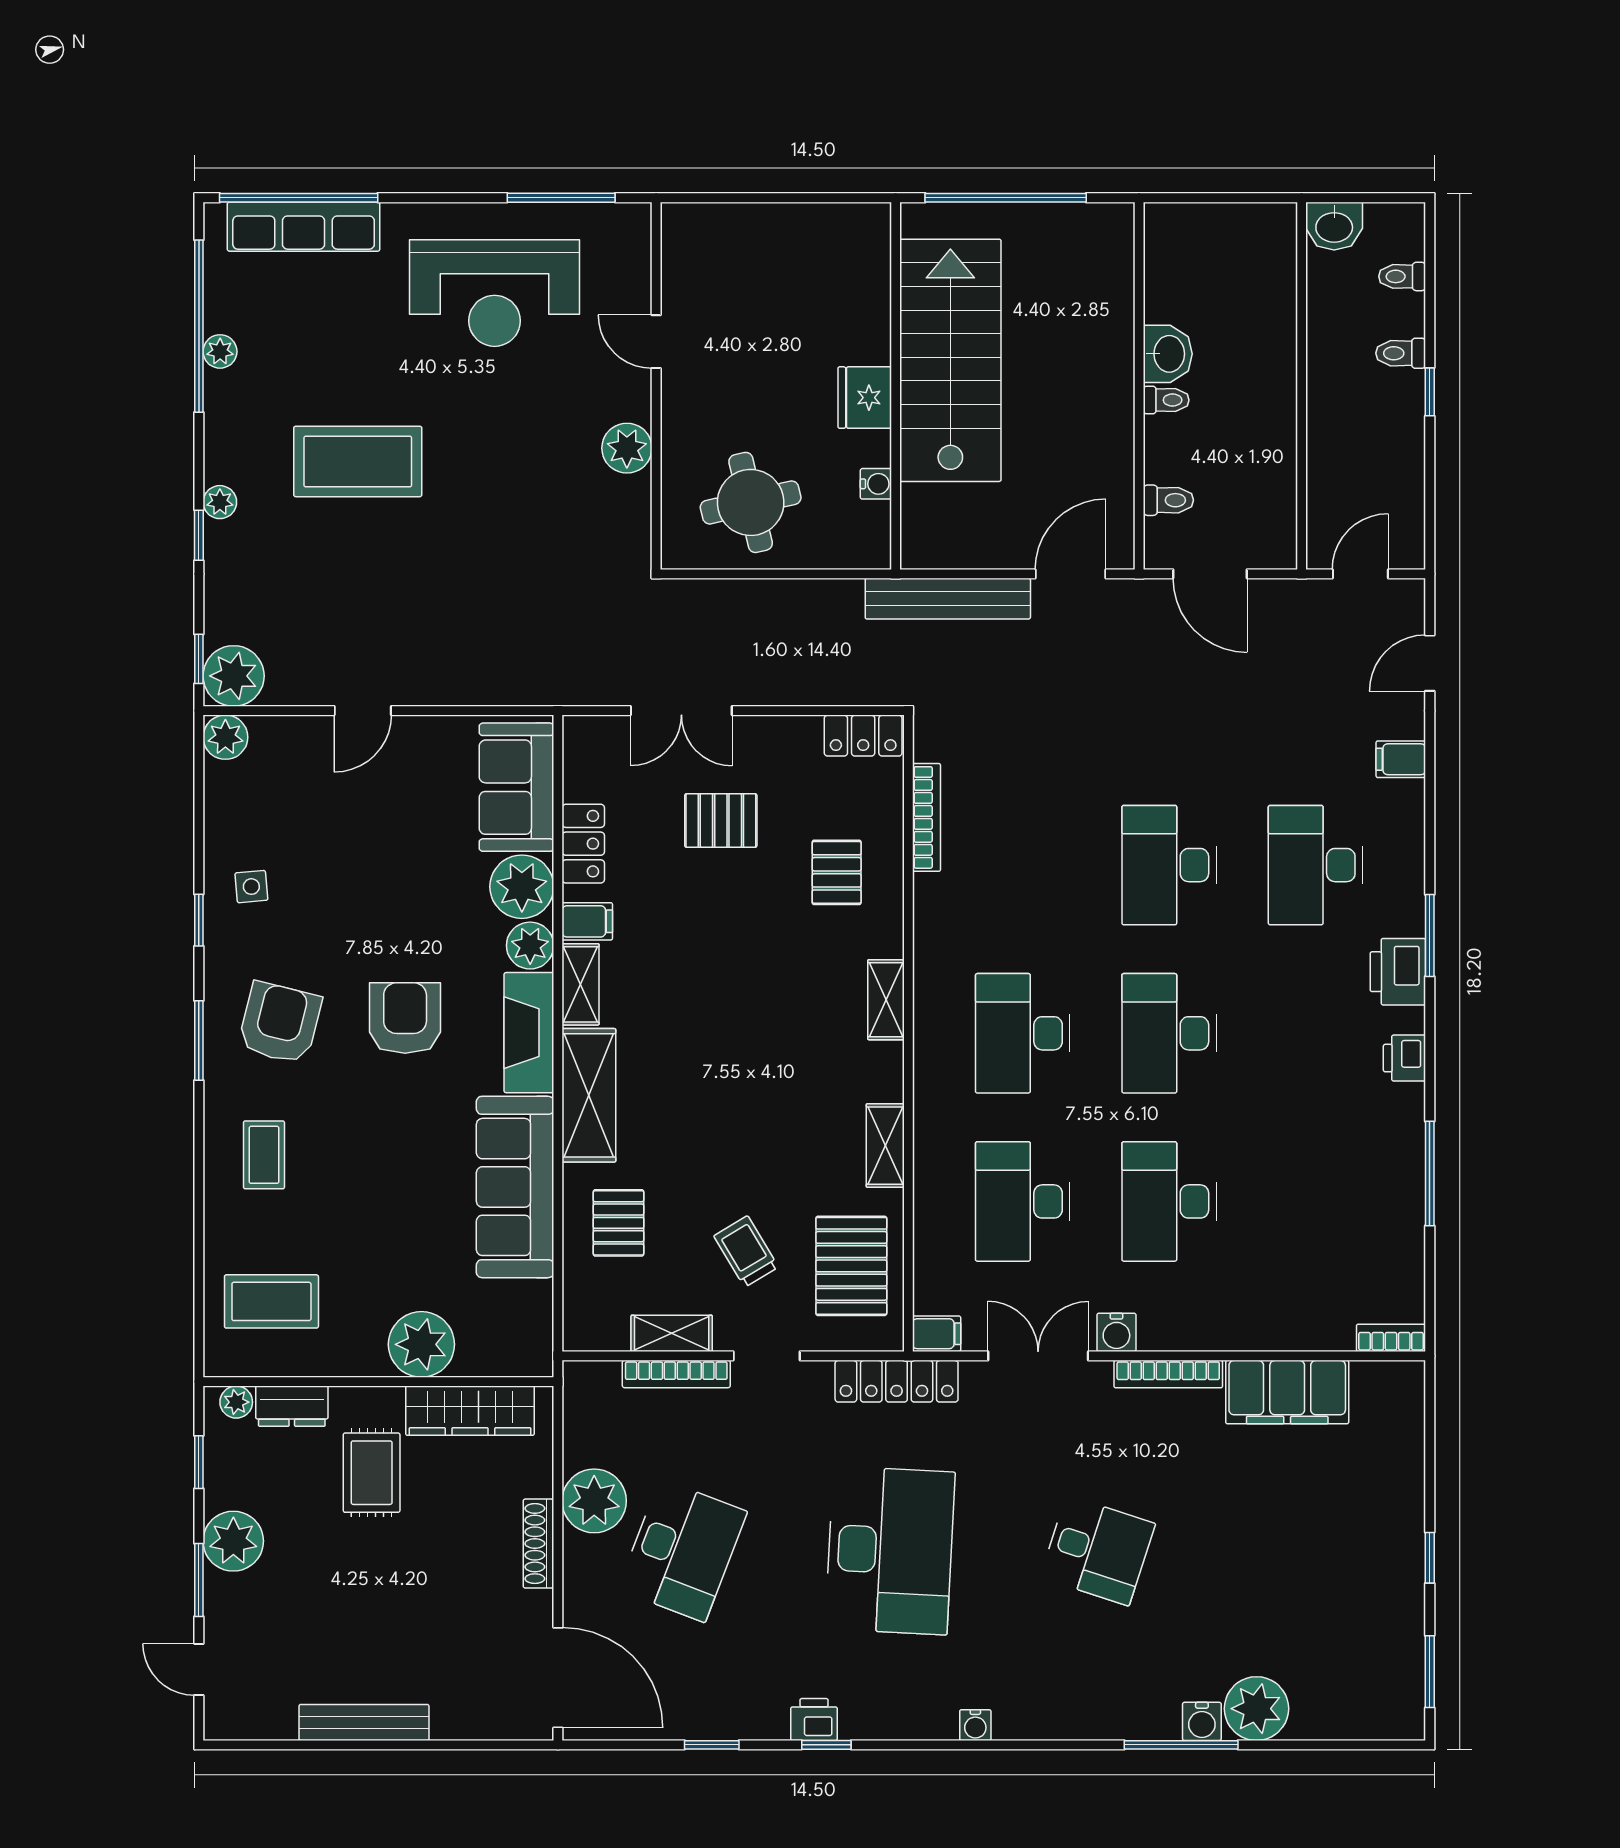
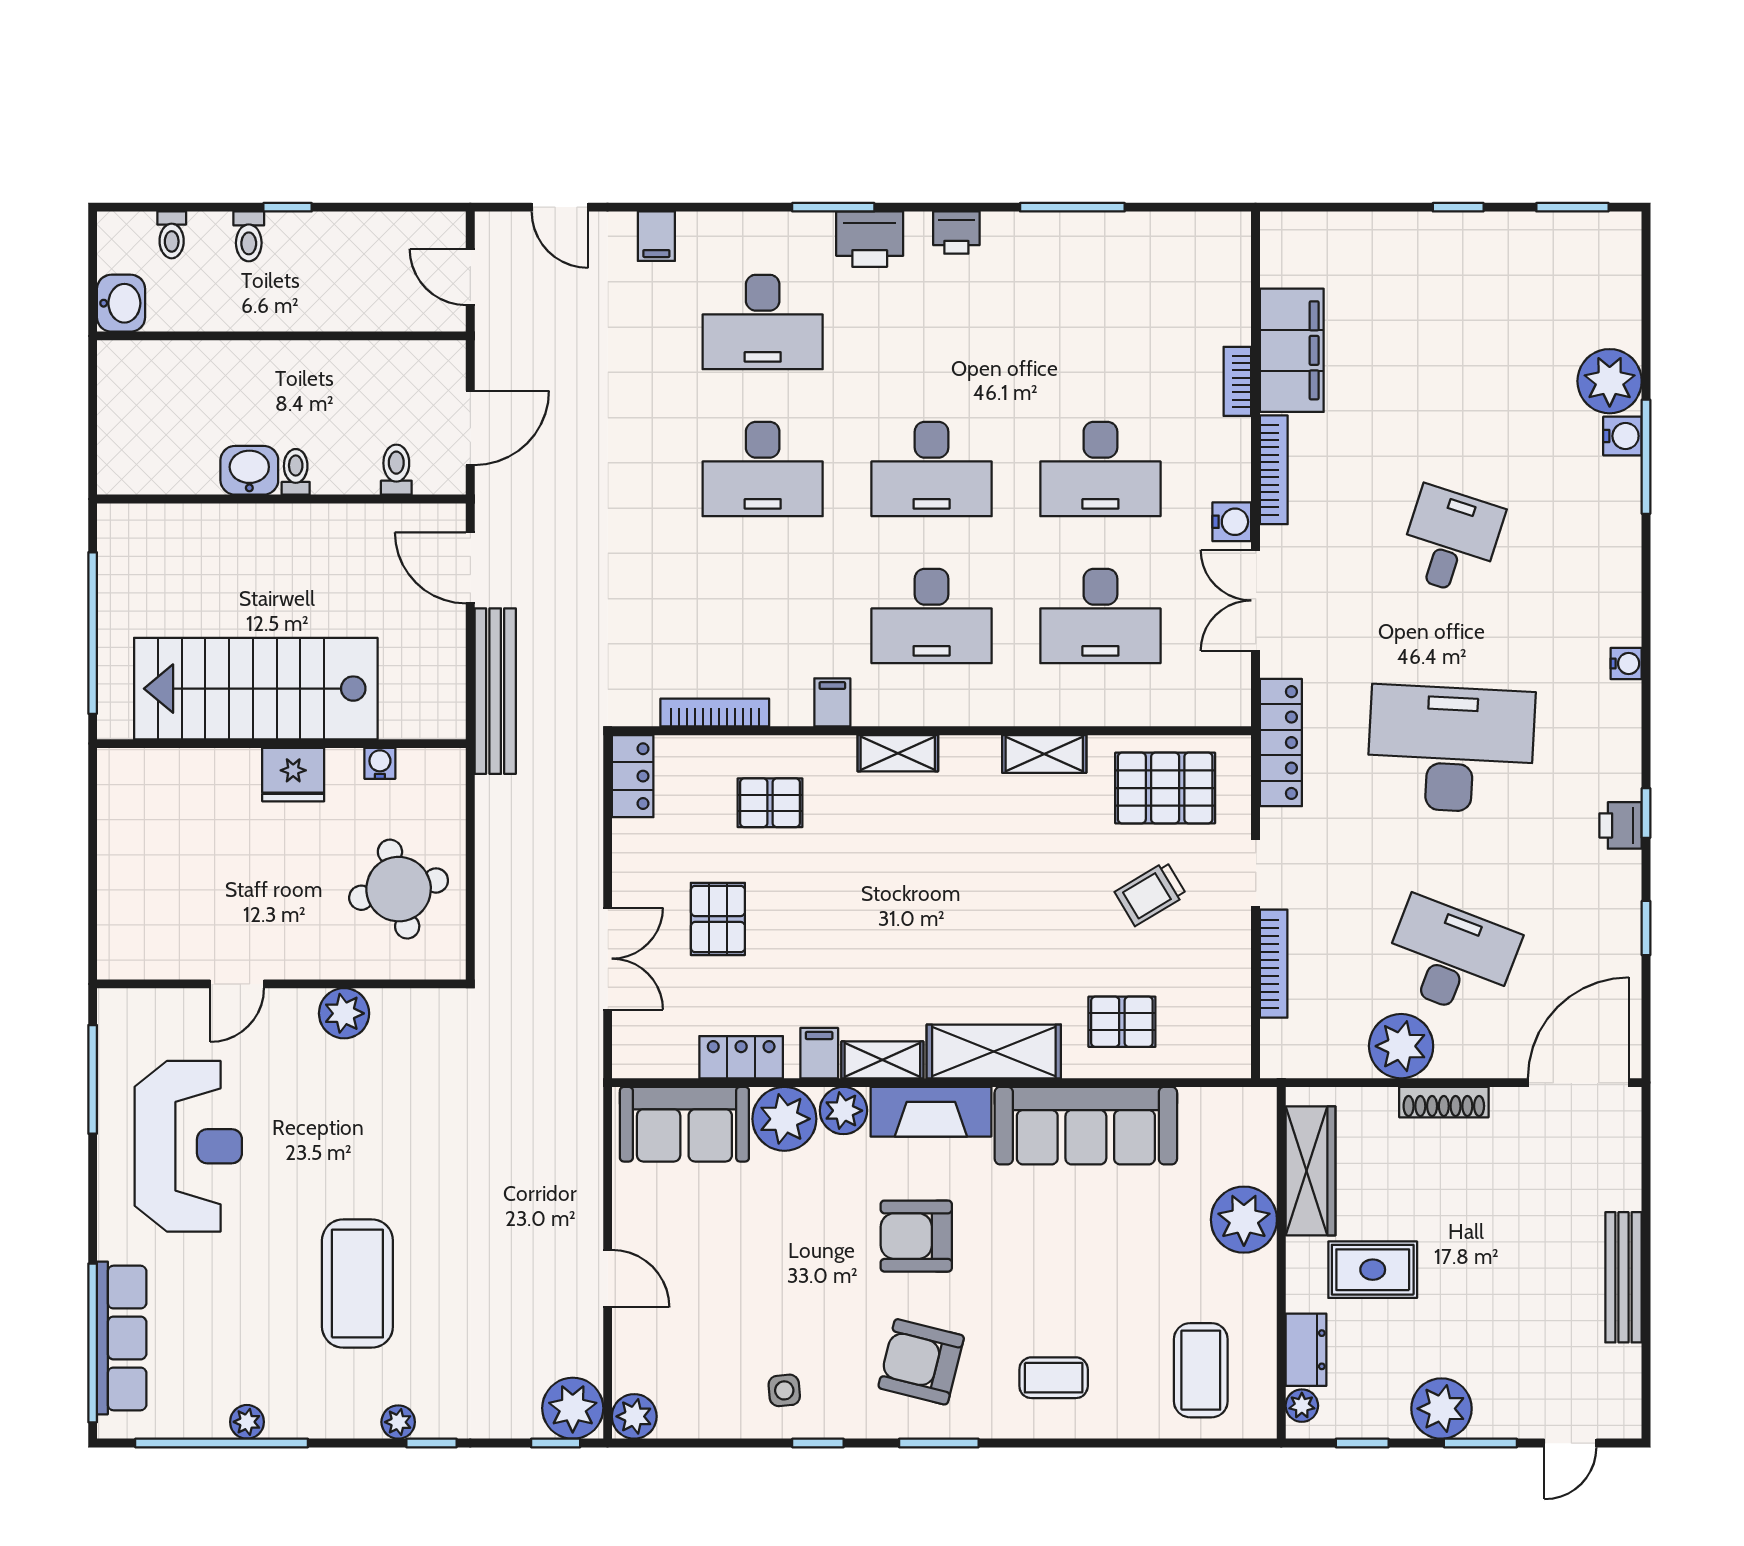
shelving: (672, 1333) -> (1233, 968), removed
filing cabinet: (937, 1334) -> (832, 702), moved
bookcase: (1391, 1338) -> (1237, 381), moved

